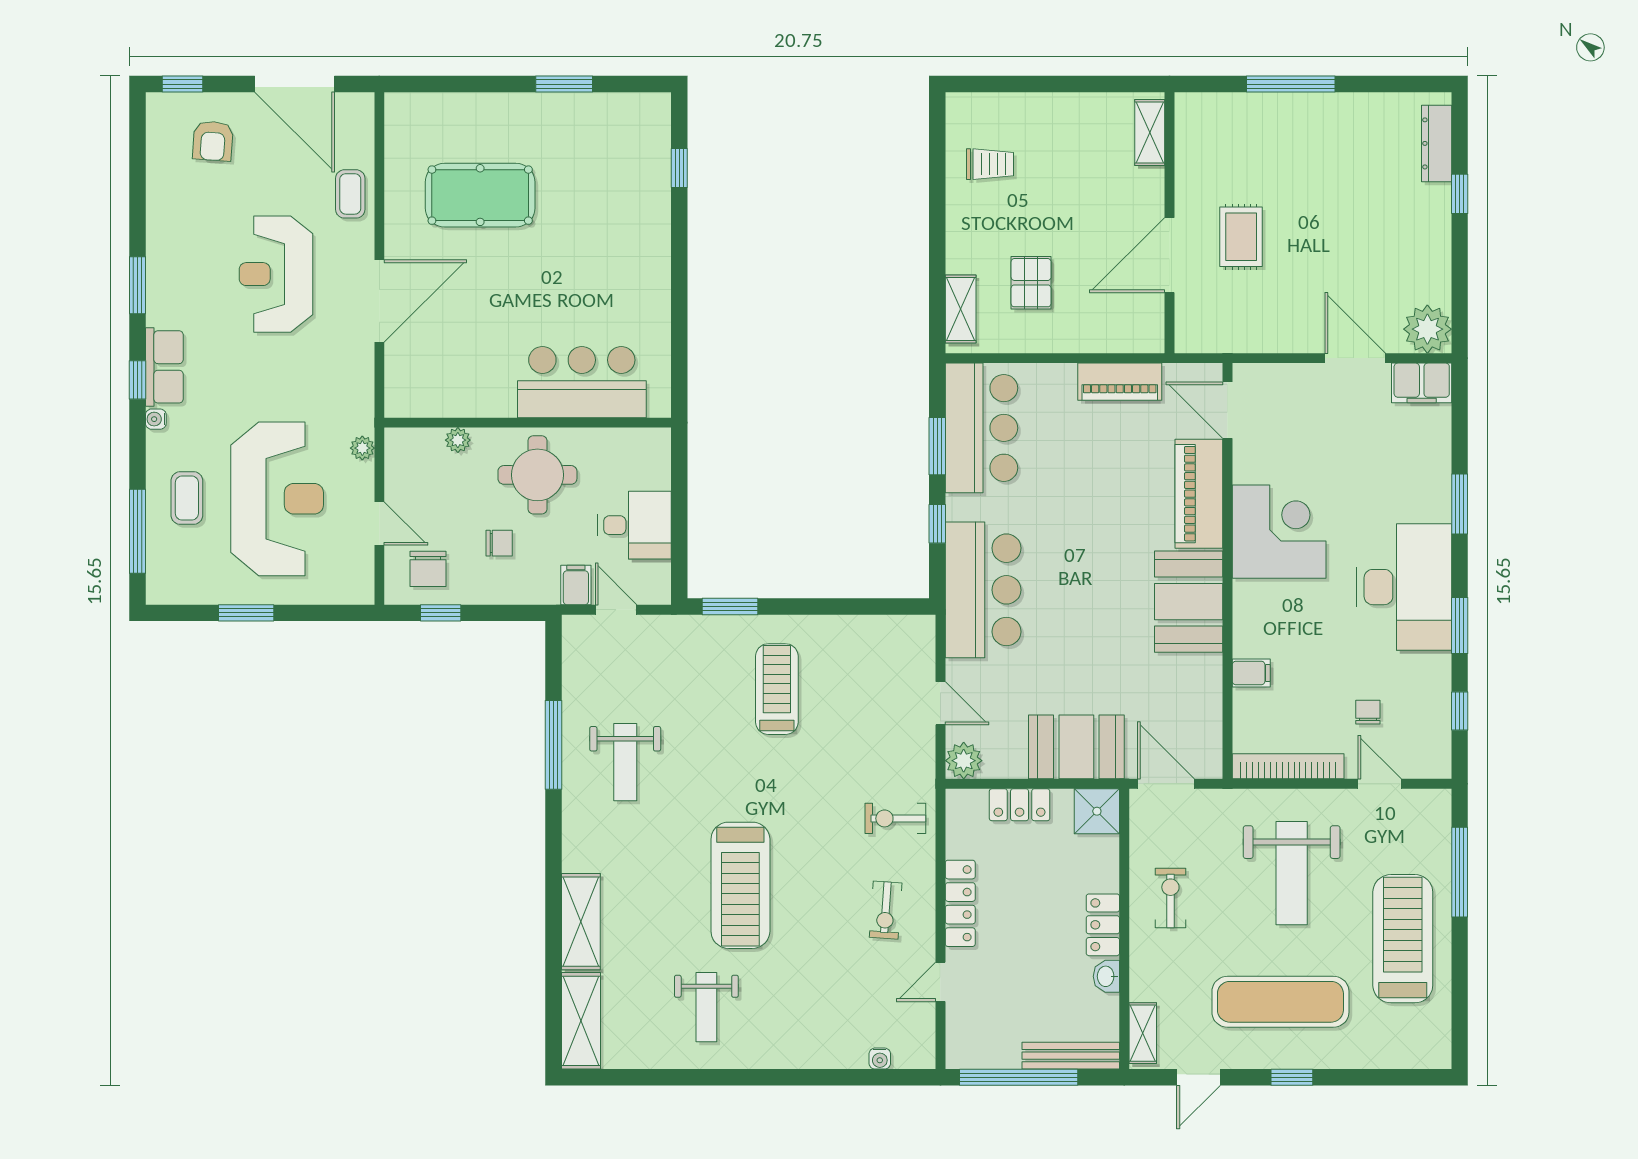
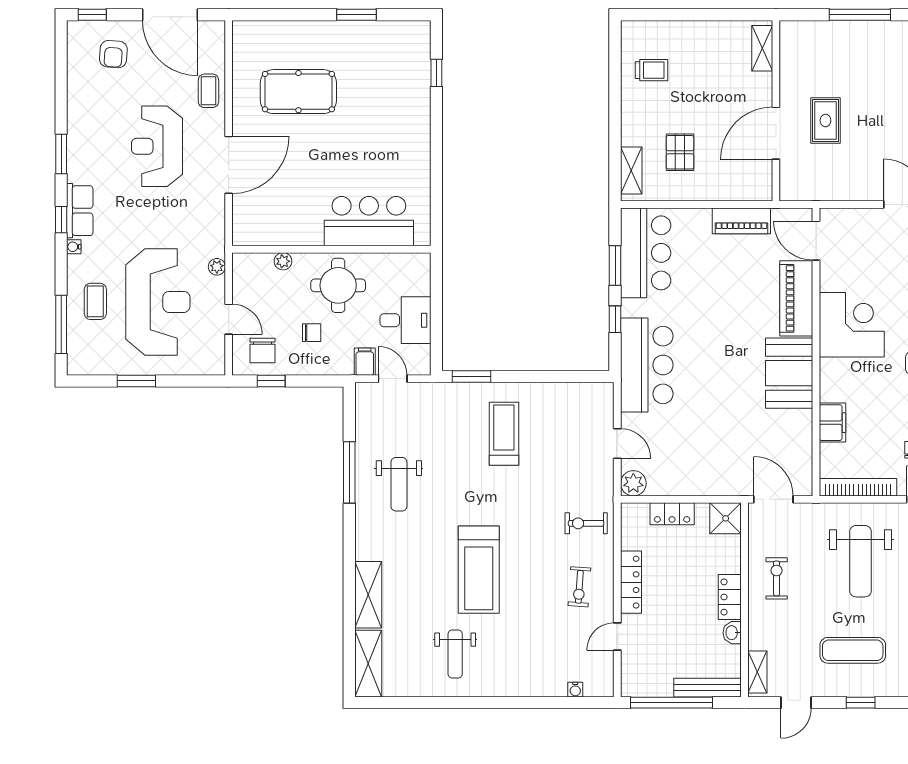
filing cabinet: (1251, 673) -> (832, 423), width x2.00
booth: (1076, 747) -> (711, 474), removed
exercise mat: (1280, 1002) -> (853, 650), width x0.73, depth x0.69

